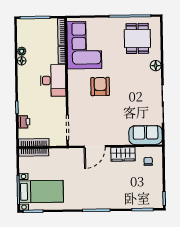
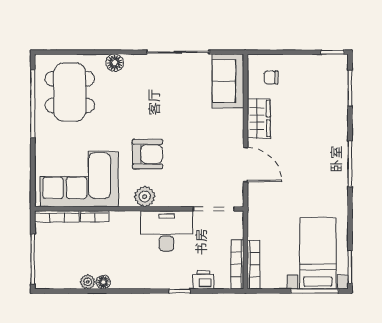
dining table: (137, 38) -> (70, 92), width x1.38
desk: (53, 80) -> (167, 231), moved
plant: (74, 85) -> (145, 197), added
armchair: (100, 87) -> (147, 154), turned 180

